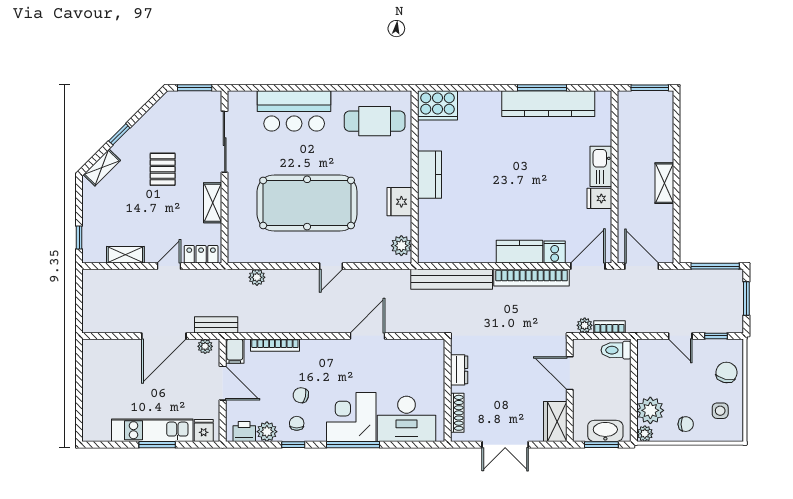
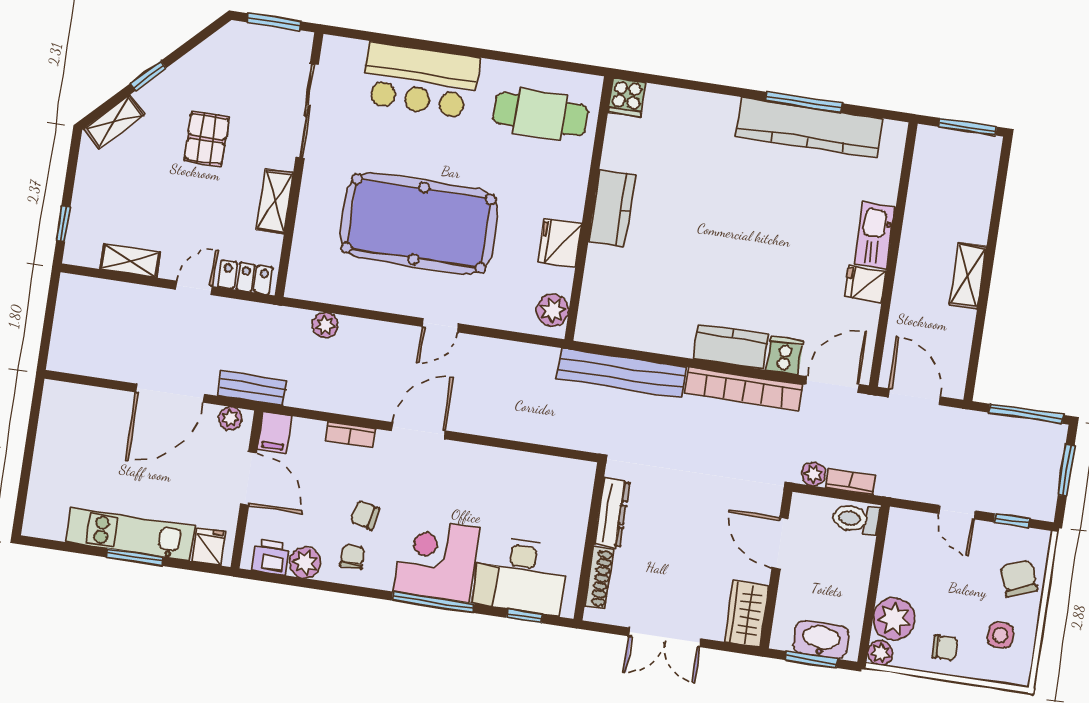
cooker: (438, 105) -> (627, 97), width x0.53, depth x0.76
door: (368, 336) -> (418, 431), moved
bookcase: (275, 345) -> (350, 435), width x0.64
dresser: (459, 370) -> (612, 513), width x1.44
chair: (726, 373) -> (1019, 579), turned -34
window: (293, 445) -> (524, 616), moved

